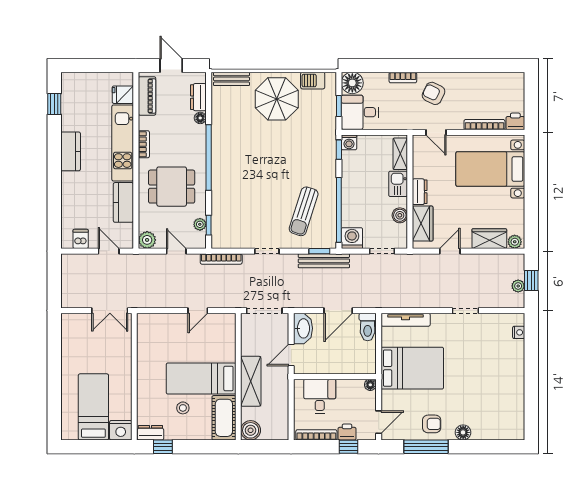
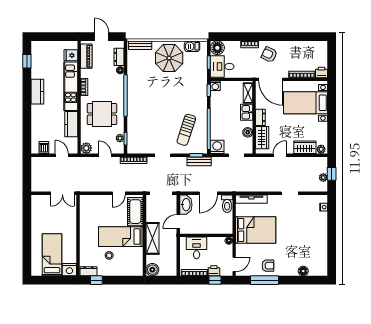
door: (436, 132) -> (271, 79), width x1.88
bench: (324, 261) -> (199, 161), width x0.73
cot: (224, 418) -> (135, 212), moved
floor lamp: (463, 432) -> (303, 271), moved

